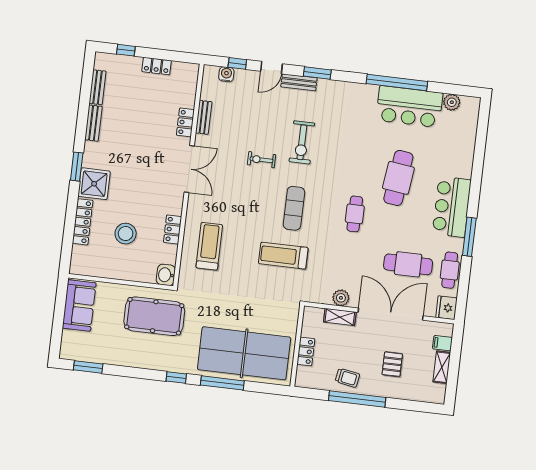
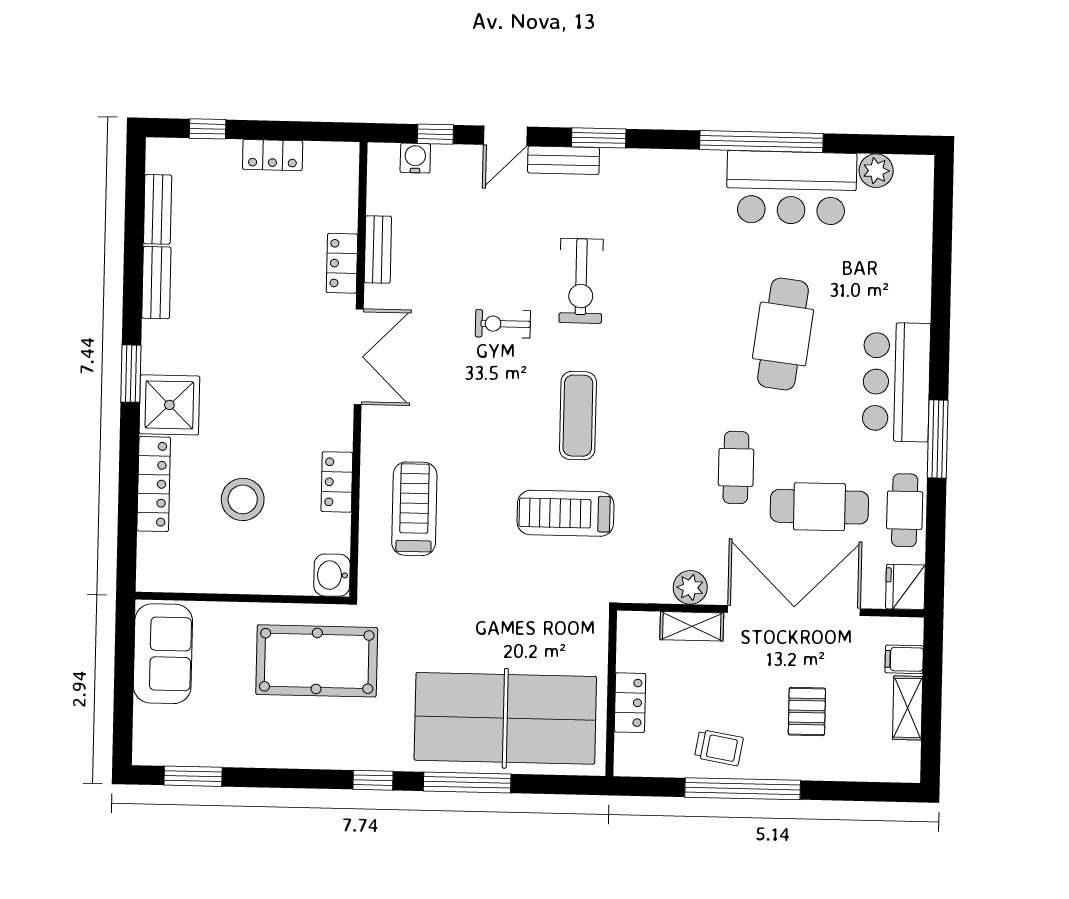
cafe table: (355, 214) -> (736, 467), moved

